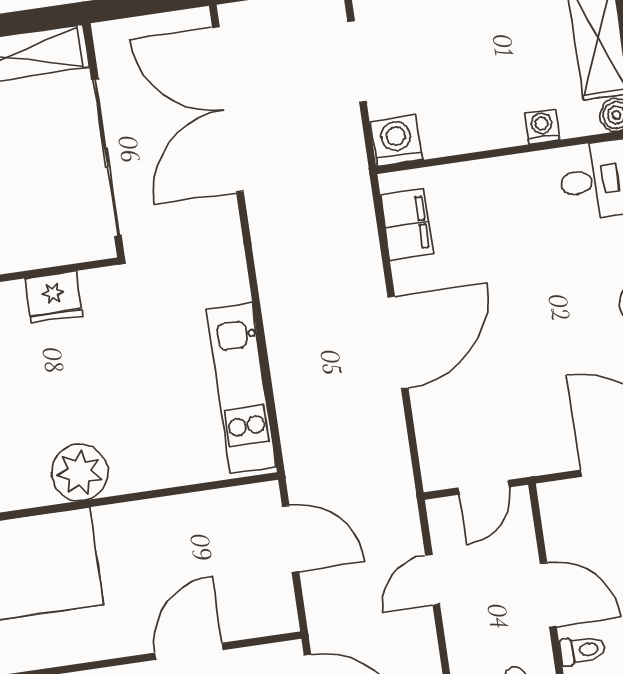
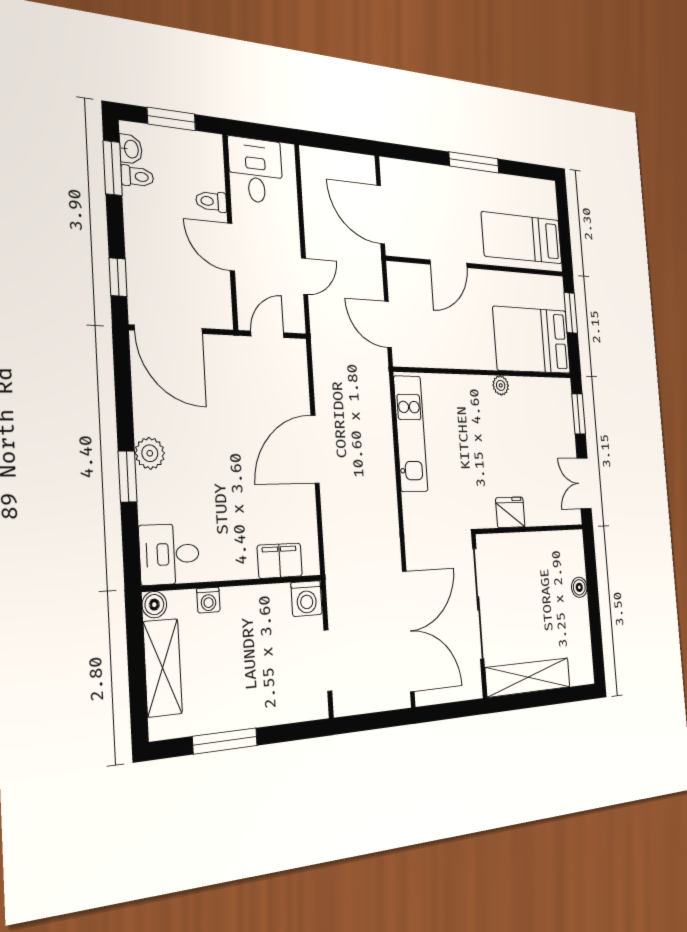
filing cabinet: (407, 224) -> (280, 561), moved, turned 90
plant: (80, 472) -> (501, 385), width x0.53, depth x0.53

